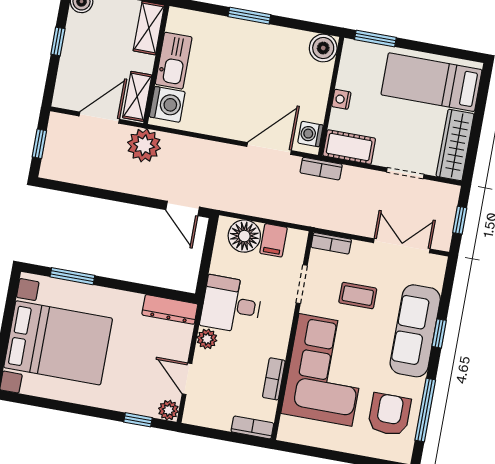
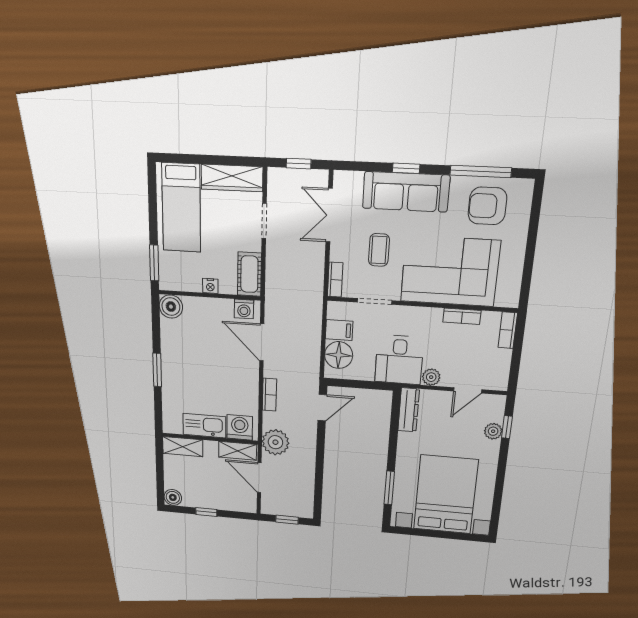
bookcase: (321, 169) -> (269, 395), moved
plant: (168, 410) -> (493, 431), moved

